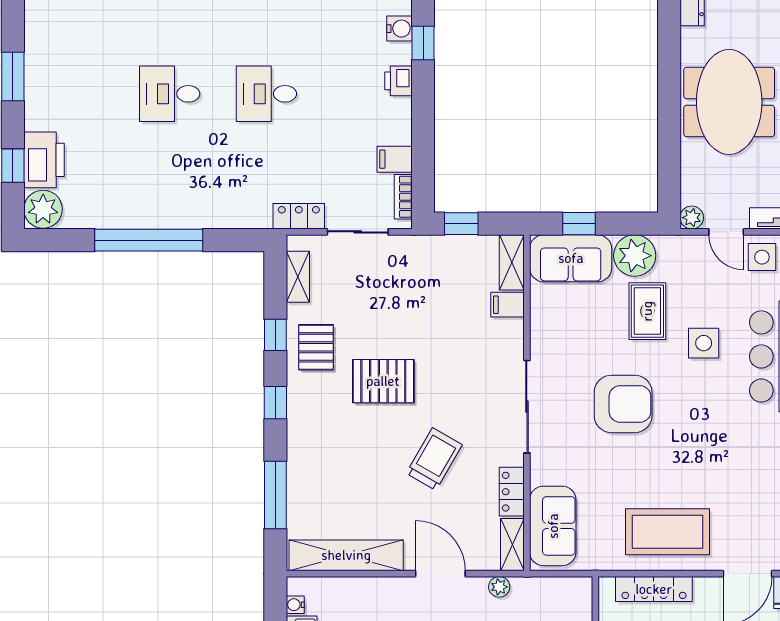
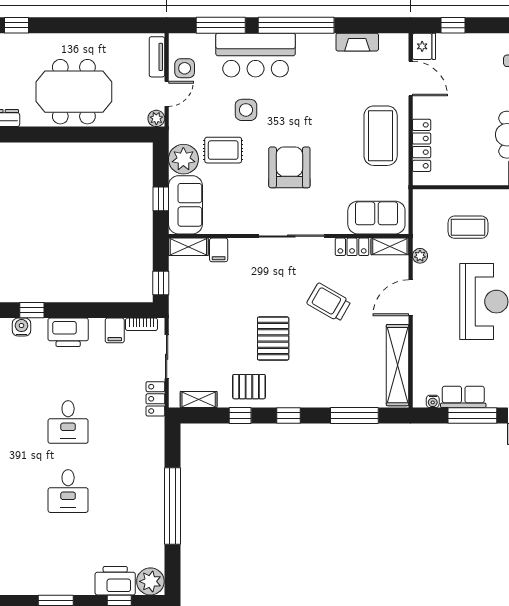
printer: (399, 81) -> (68, 332), width x1.87, depth x1.48

